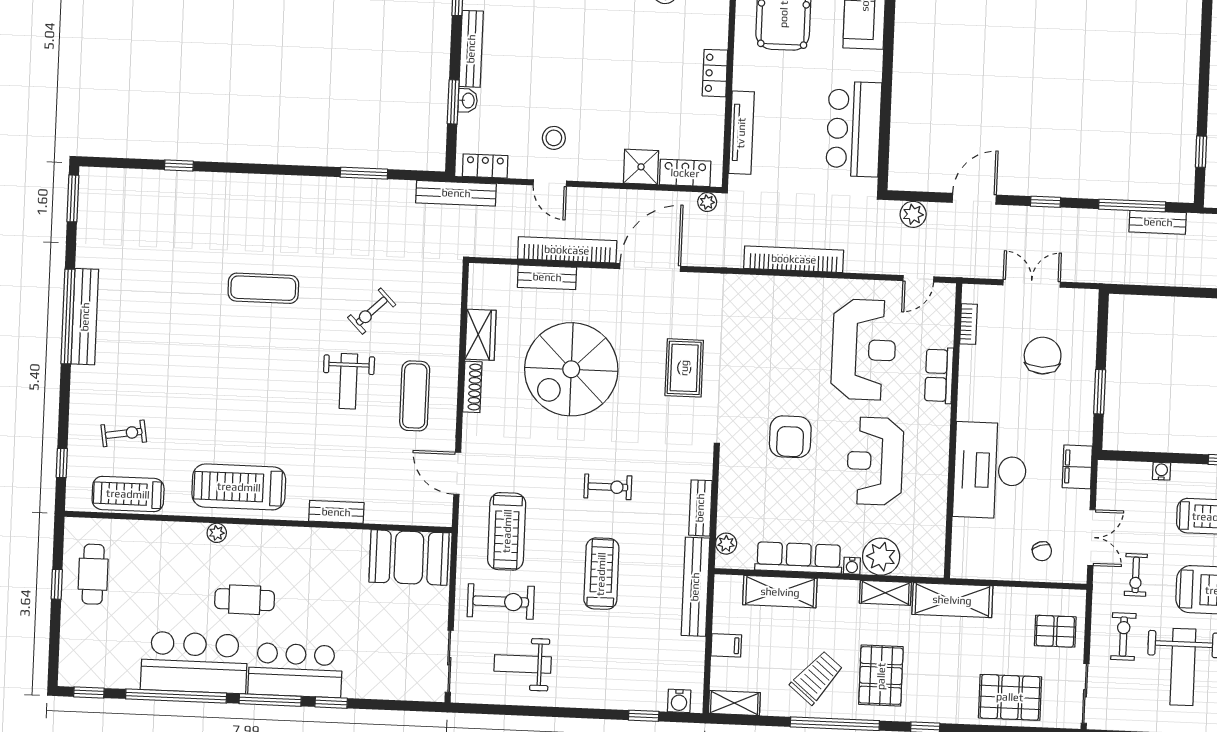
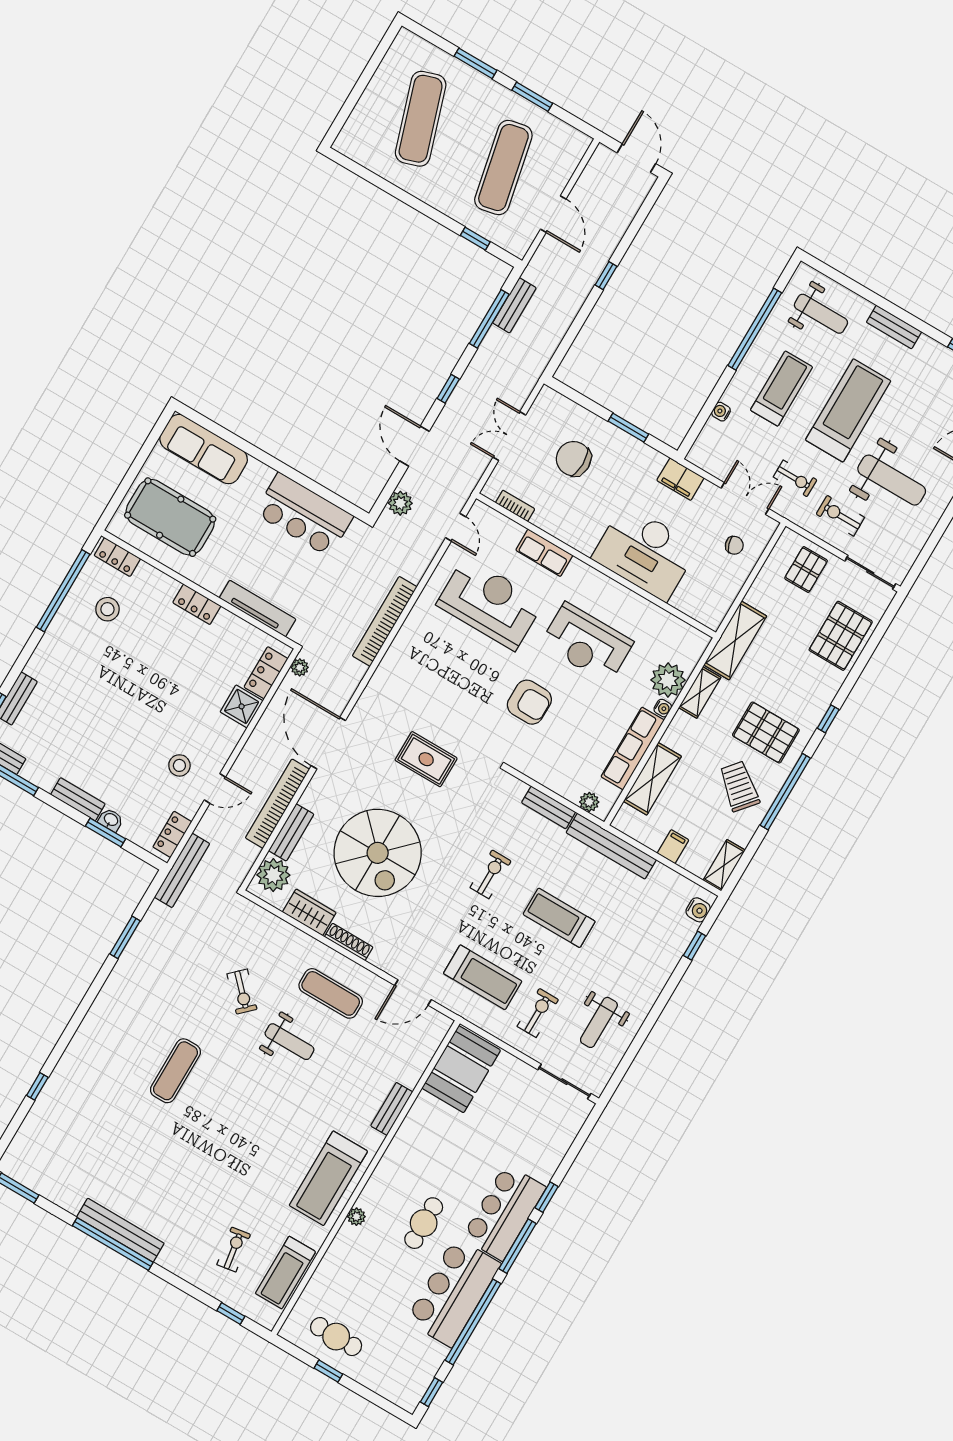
bench: (471, 49) -> (78, 799), width x0.73
plant: (498, 282) -> (273, 875), added
exercise bike: (501, 602) -> (538, 1013), width x0.73, depth x0.72

